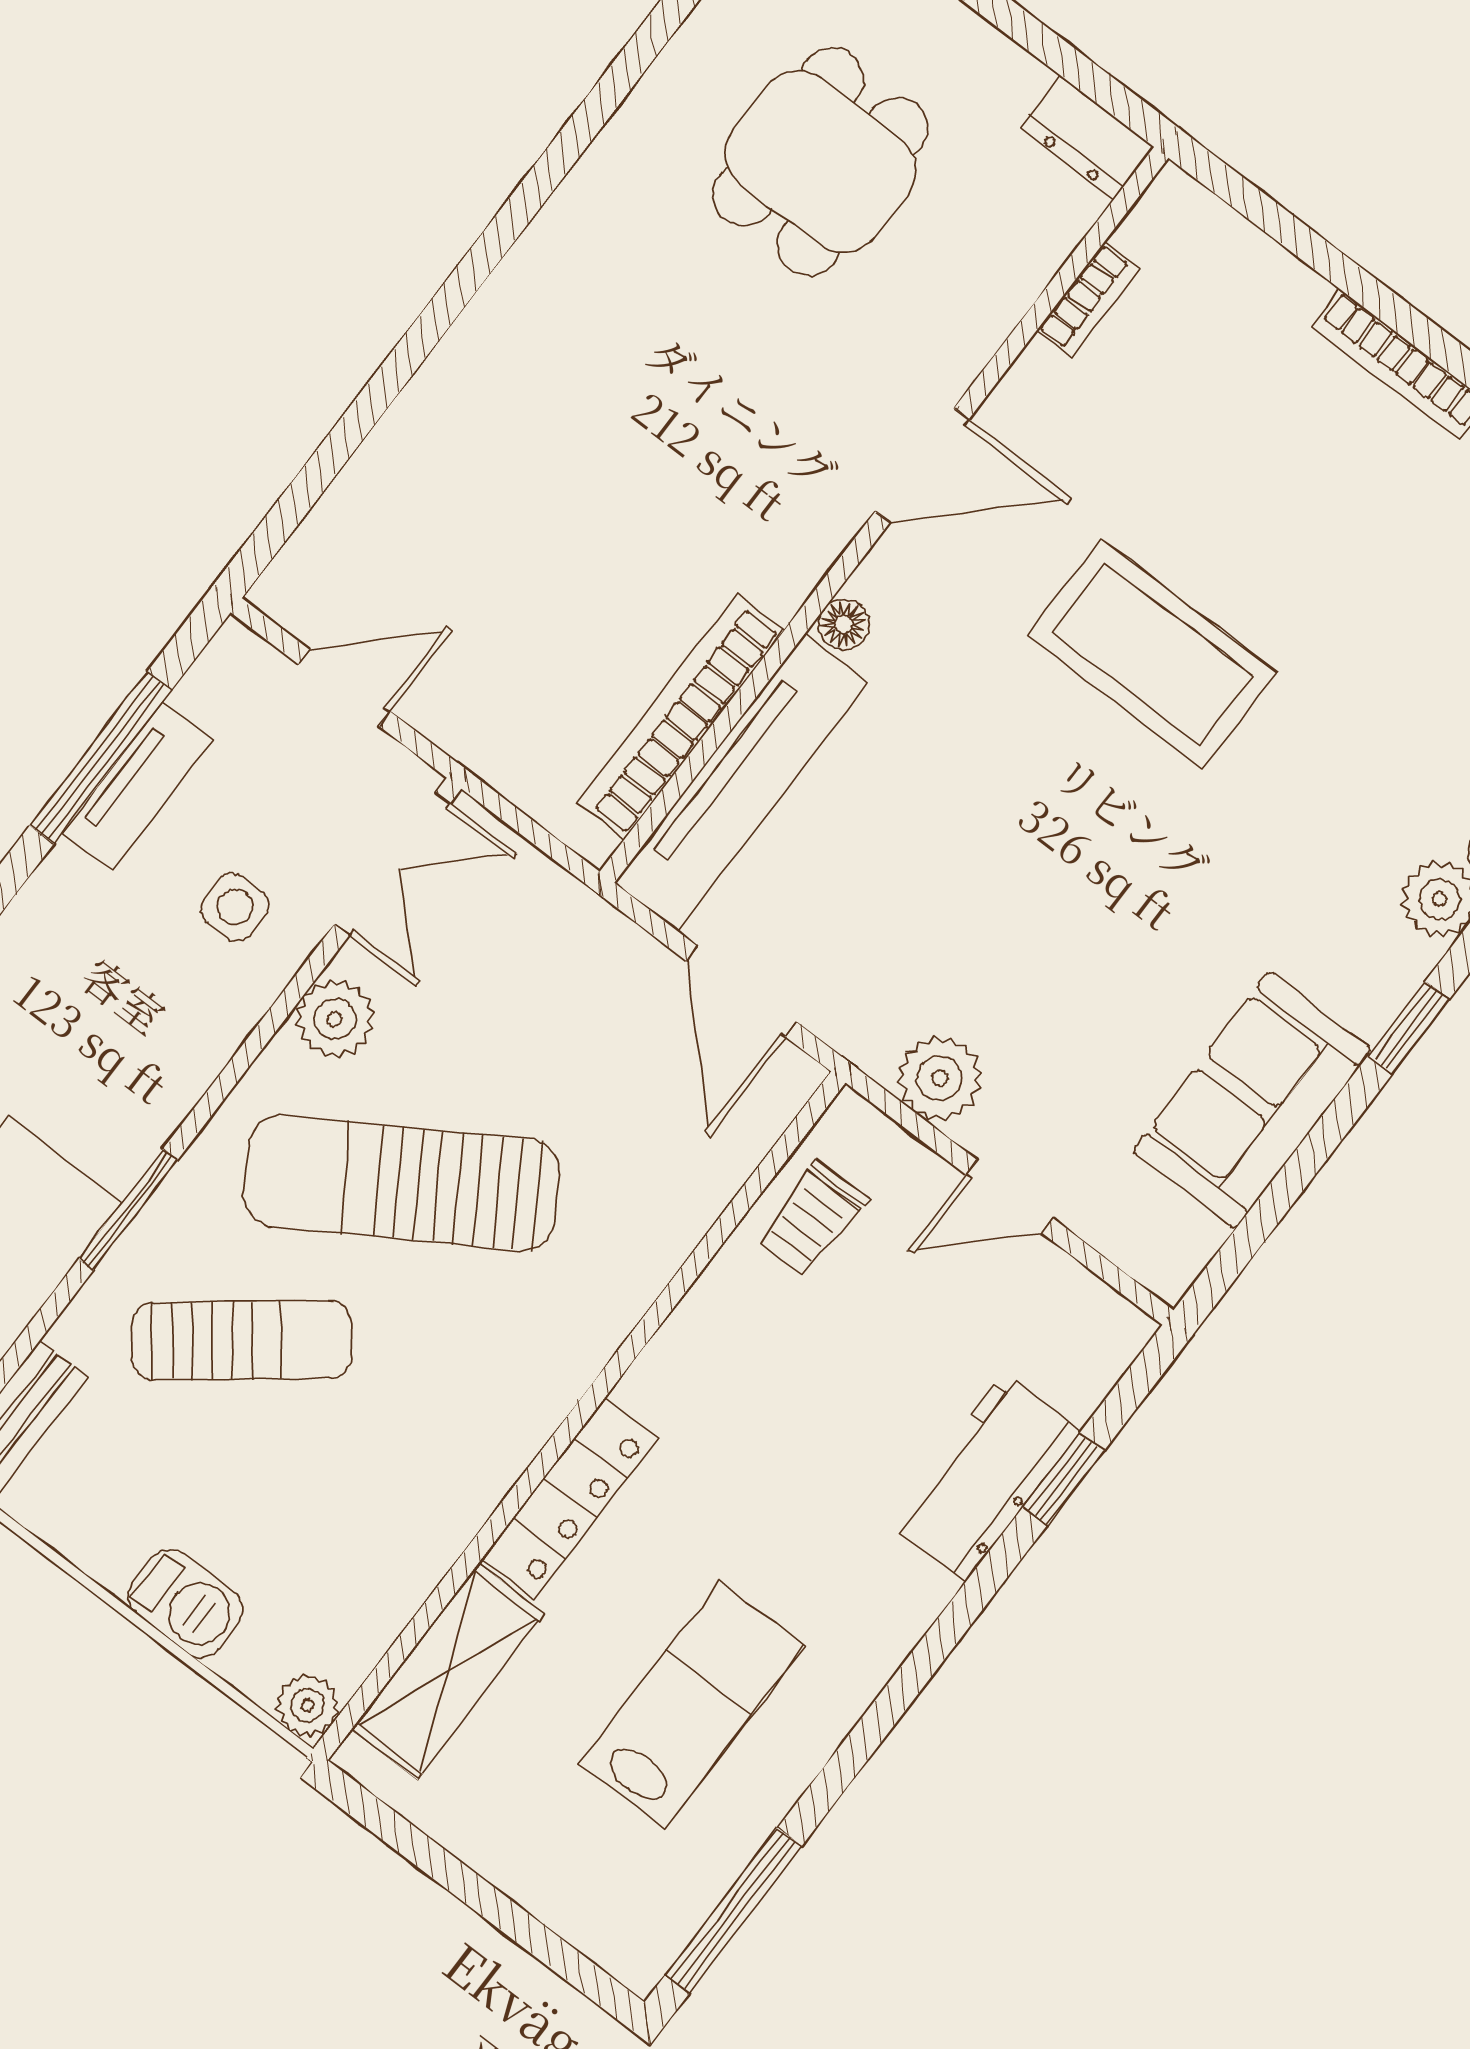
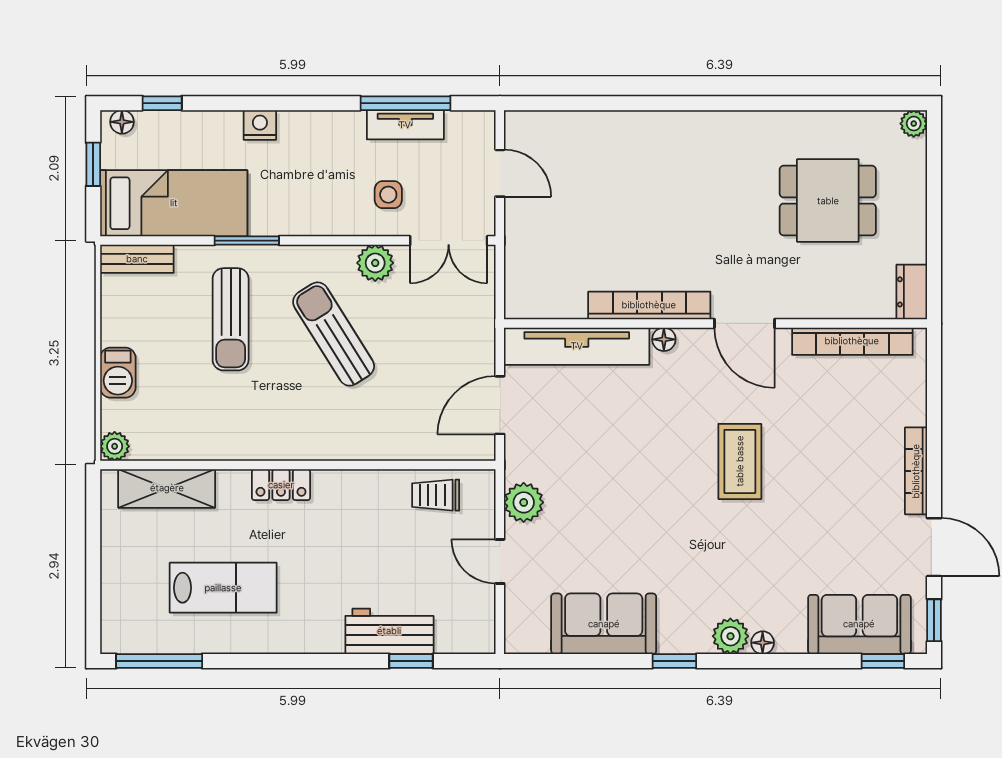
bookcase: (1088, 300) -> (852, 341), width x2.31, depth x1.31
coffee table: (1152, 654) -> (740, 461), width x0.73, depth x0.76
bookcase: (681, 717) -> (649, 305), moved
sun lounger: (402, 1183) -> (334, 334), width x0.73, depth x0.75
sun lounger: (242, 1340) -> (231, 319), turned 38
locker: (570, 1498) -> (281, 485), width x0.66

